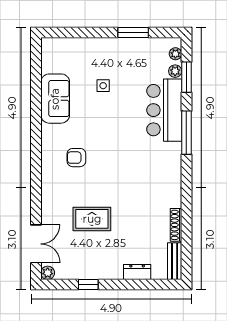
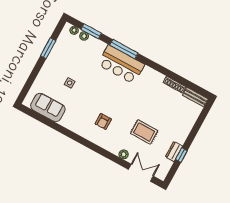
sofa: (55, 99) -> (48, 107), moved
bar counter: (164, 110) -> (121, 64), moved
rug: (92, 219) -> (144, 132), turned 90
dresser: (137, 272) -> (174, 151), moved
plant: (48, 273) -> (124, 154), moved

